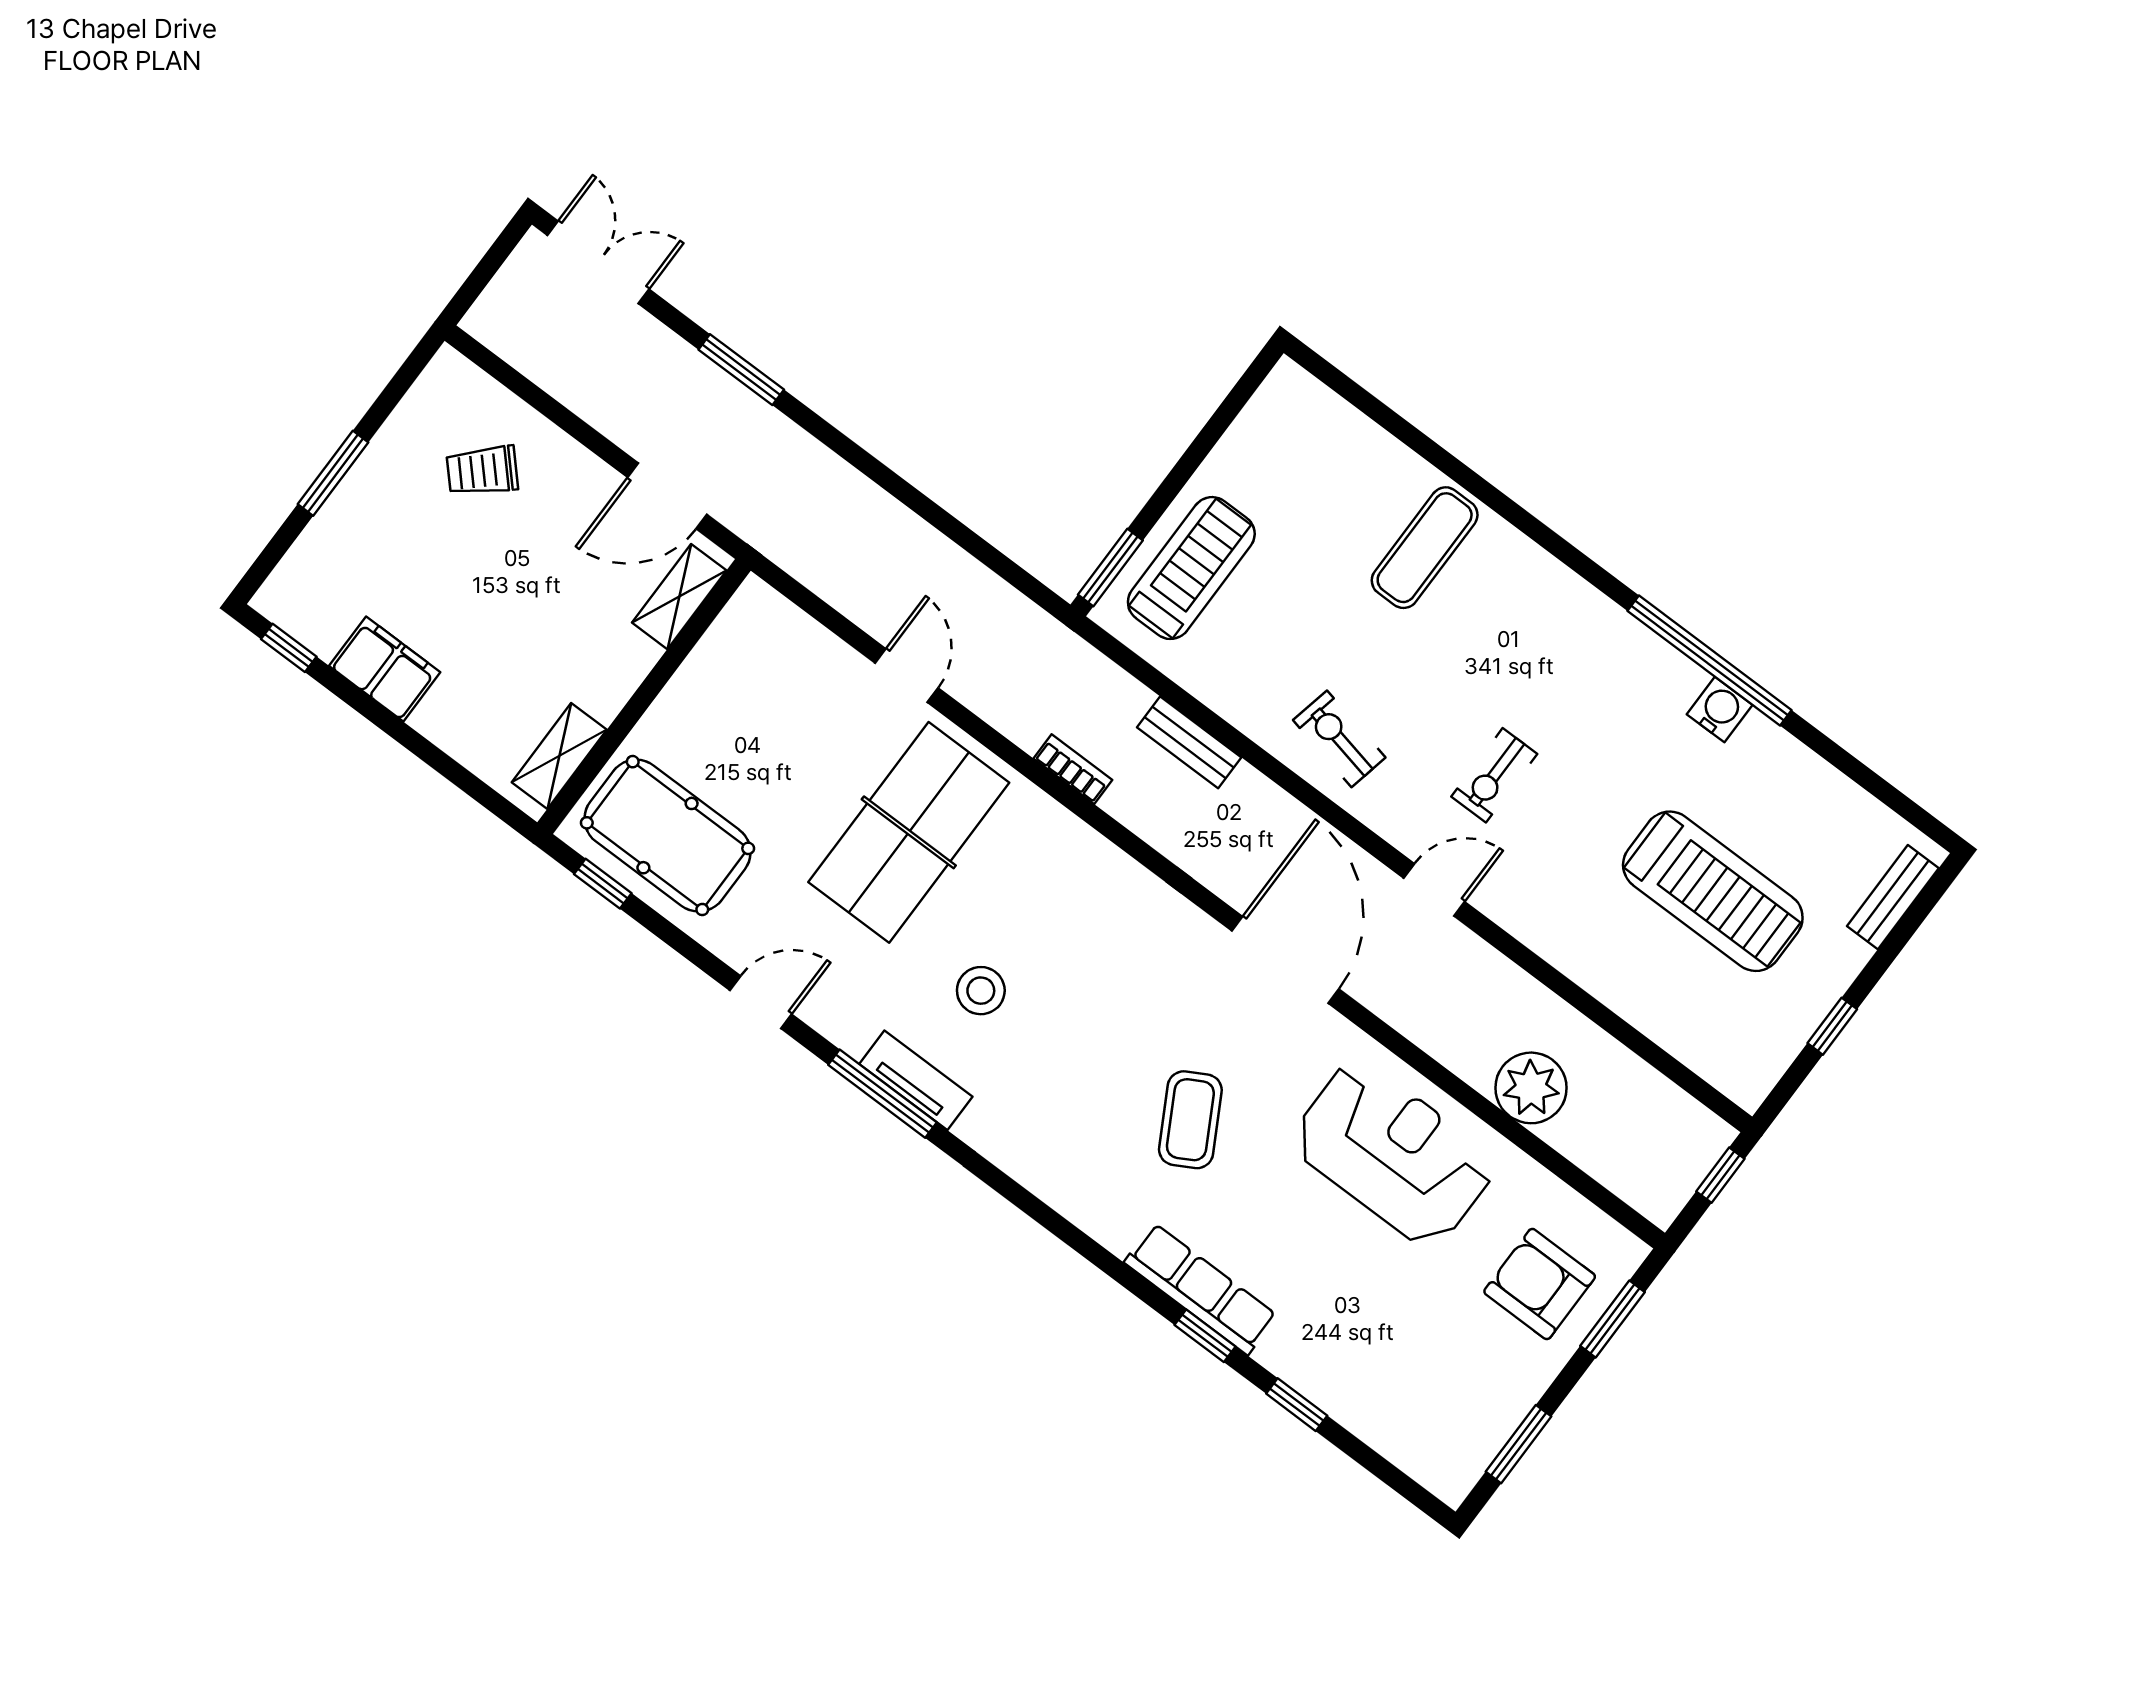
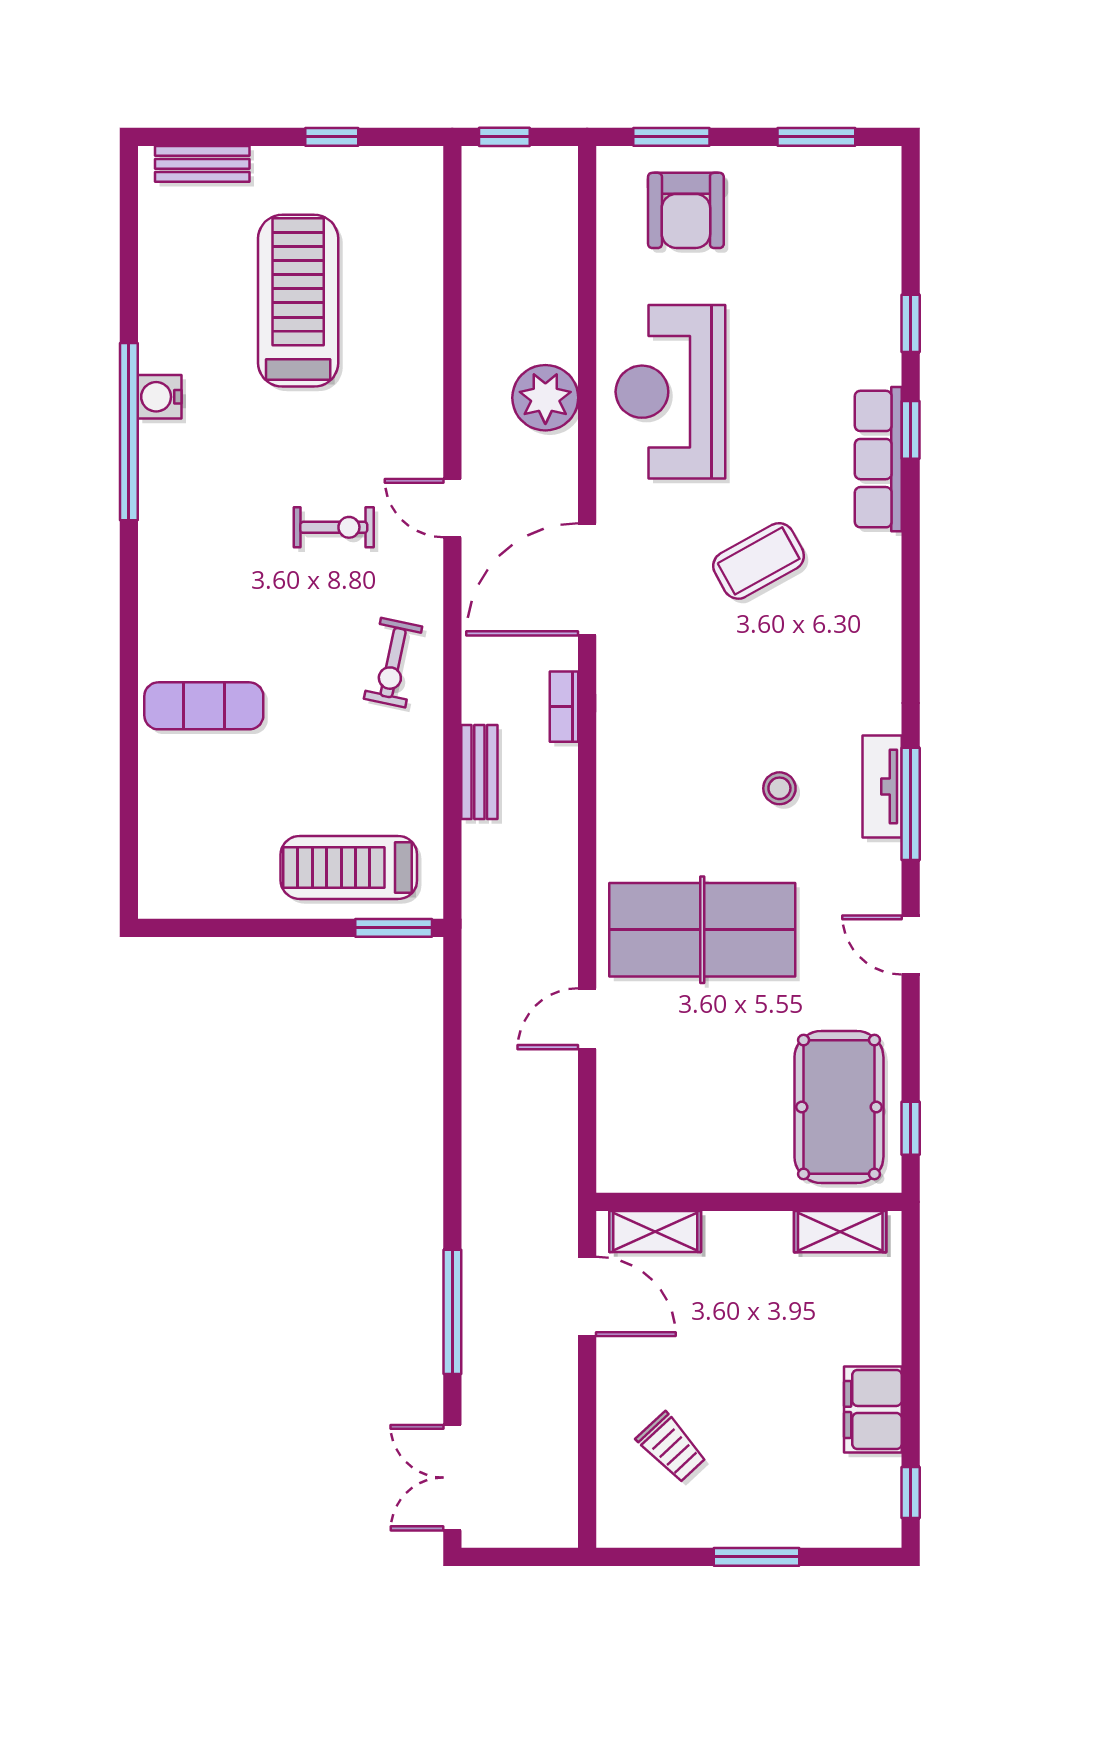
window: (741, 370) -> (452, 1312), width x1.44
bookcase: (1073, 769) -> (564, 707), moved
stool: (981, 991) -> (779, 788), width x0.73, depth x0.73
plant: (1531, 1088) -> (545, 398), moved

